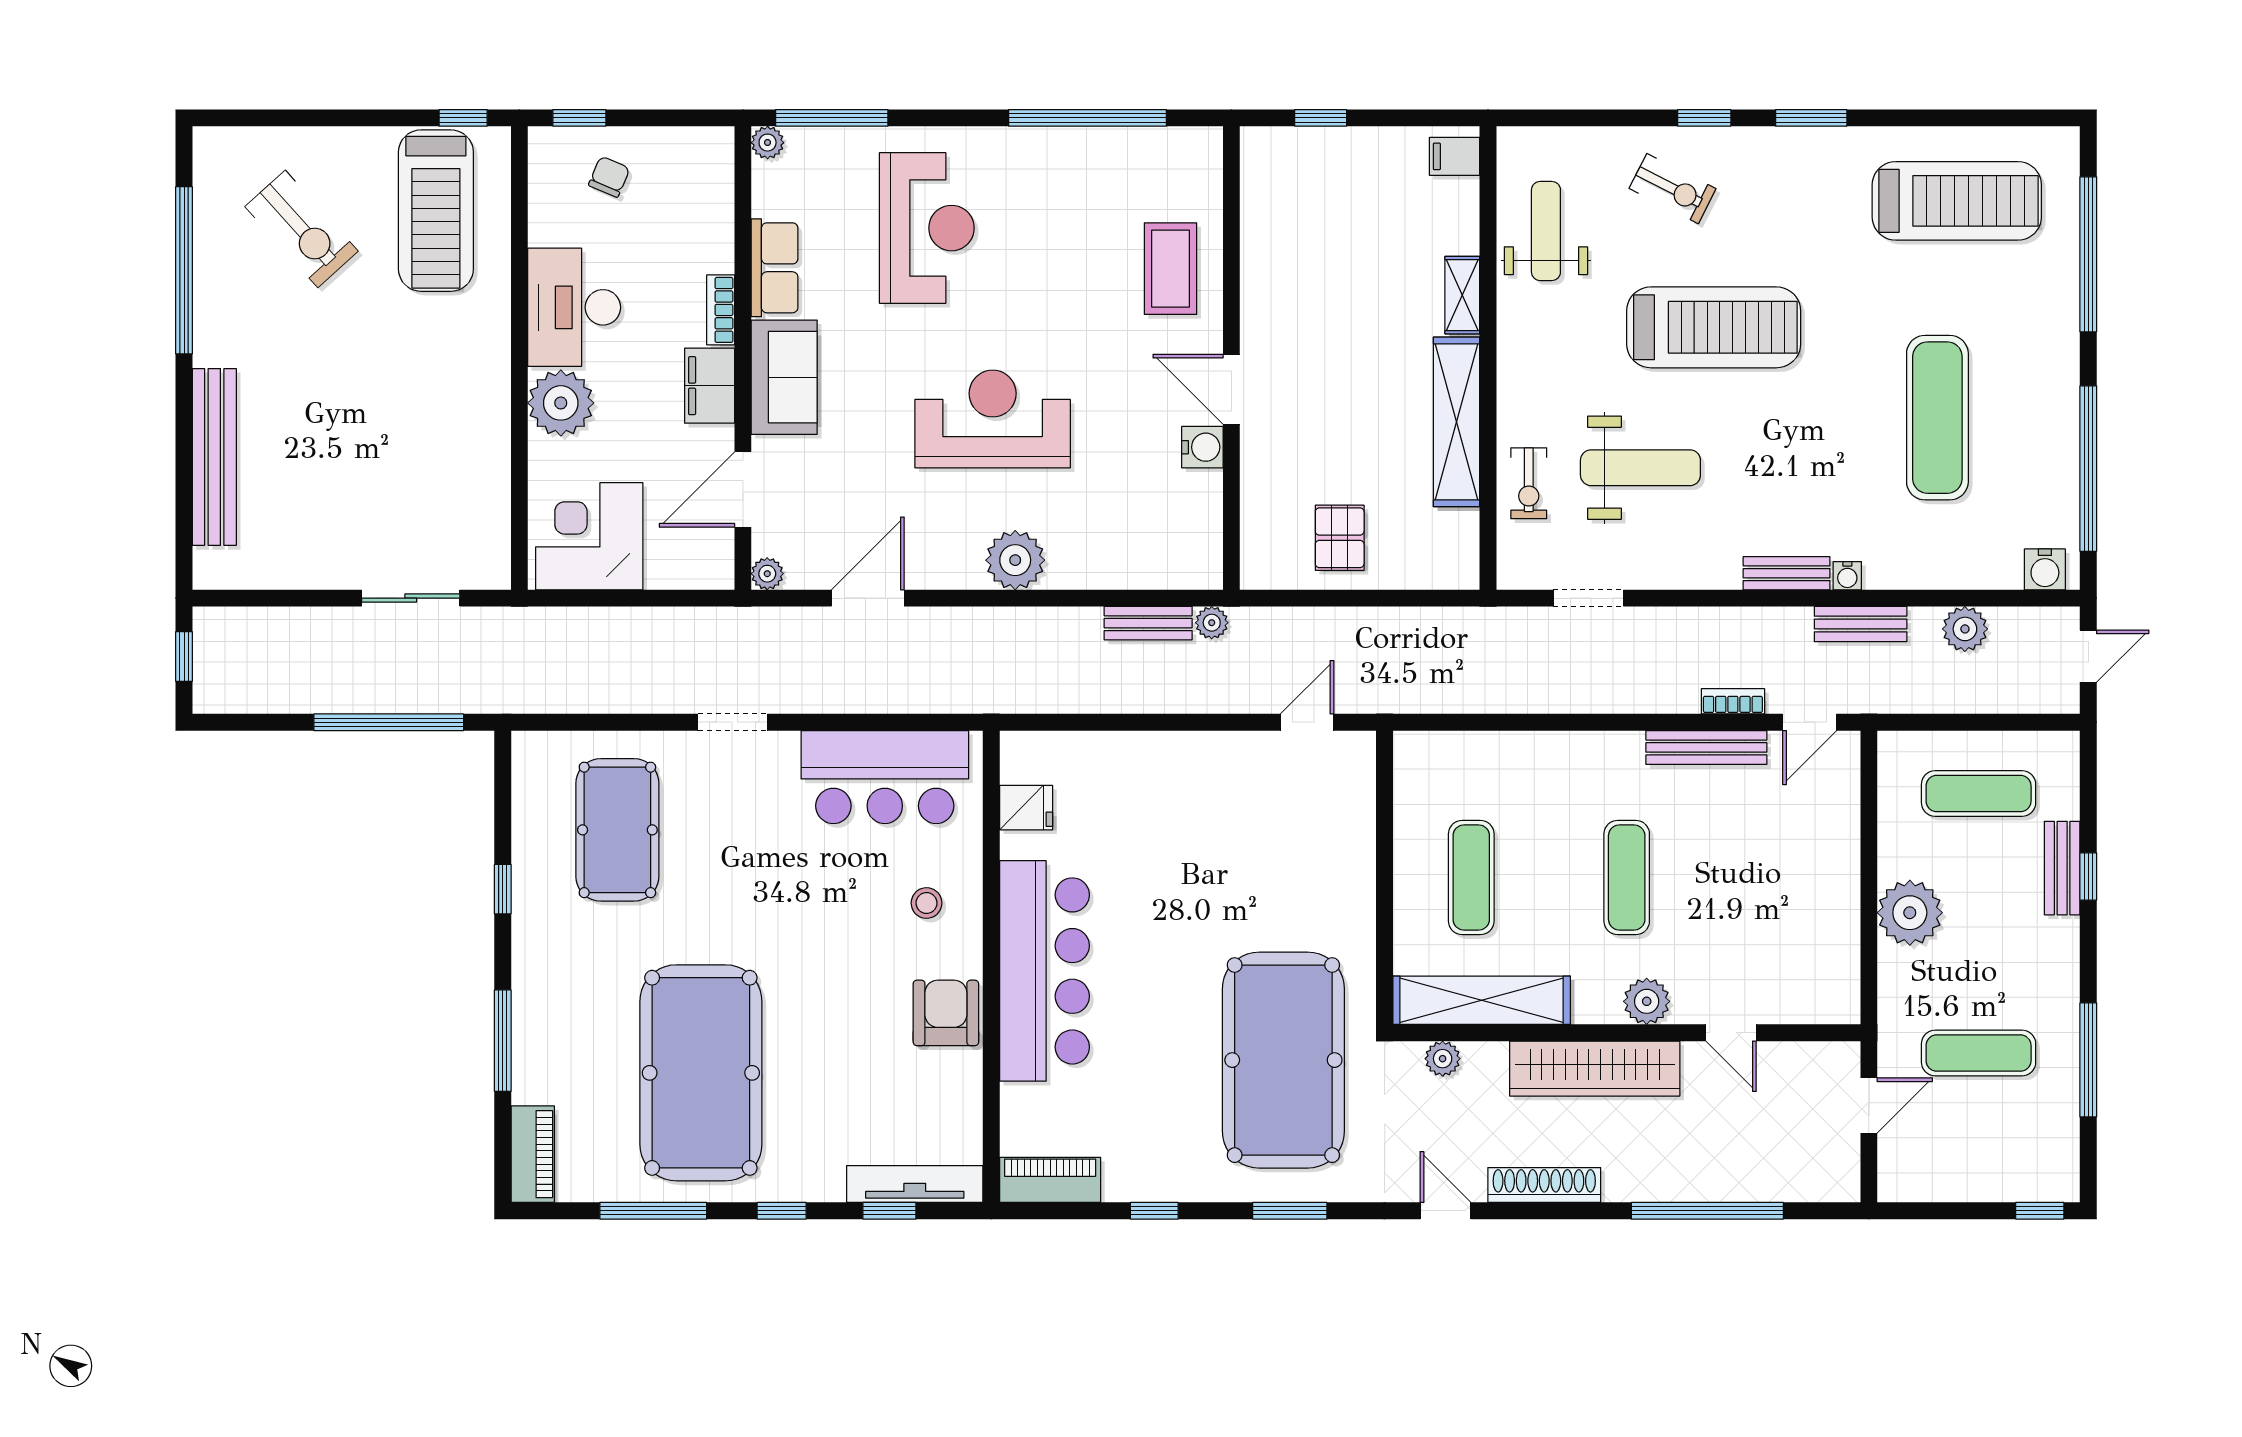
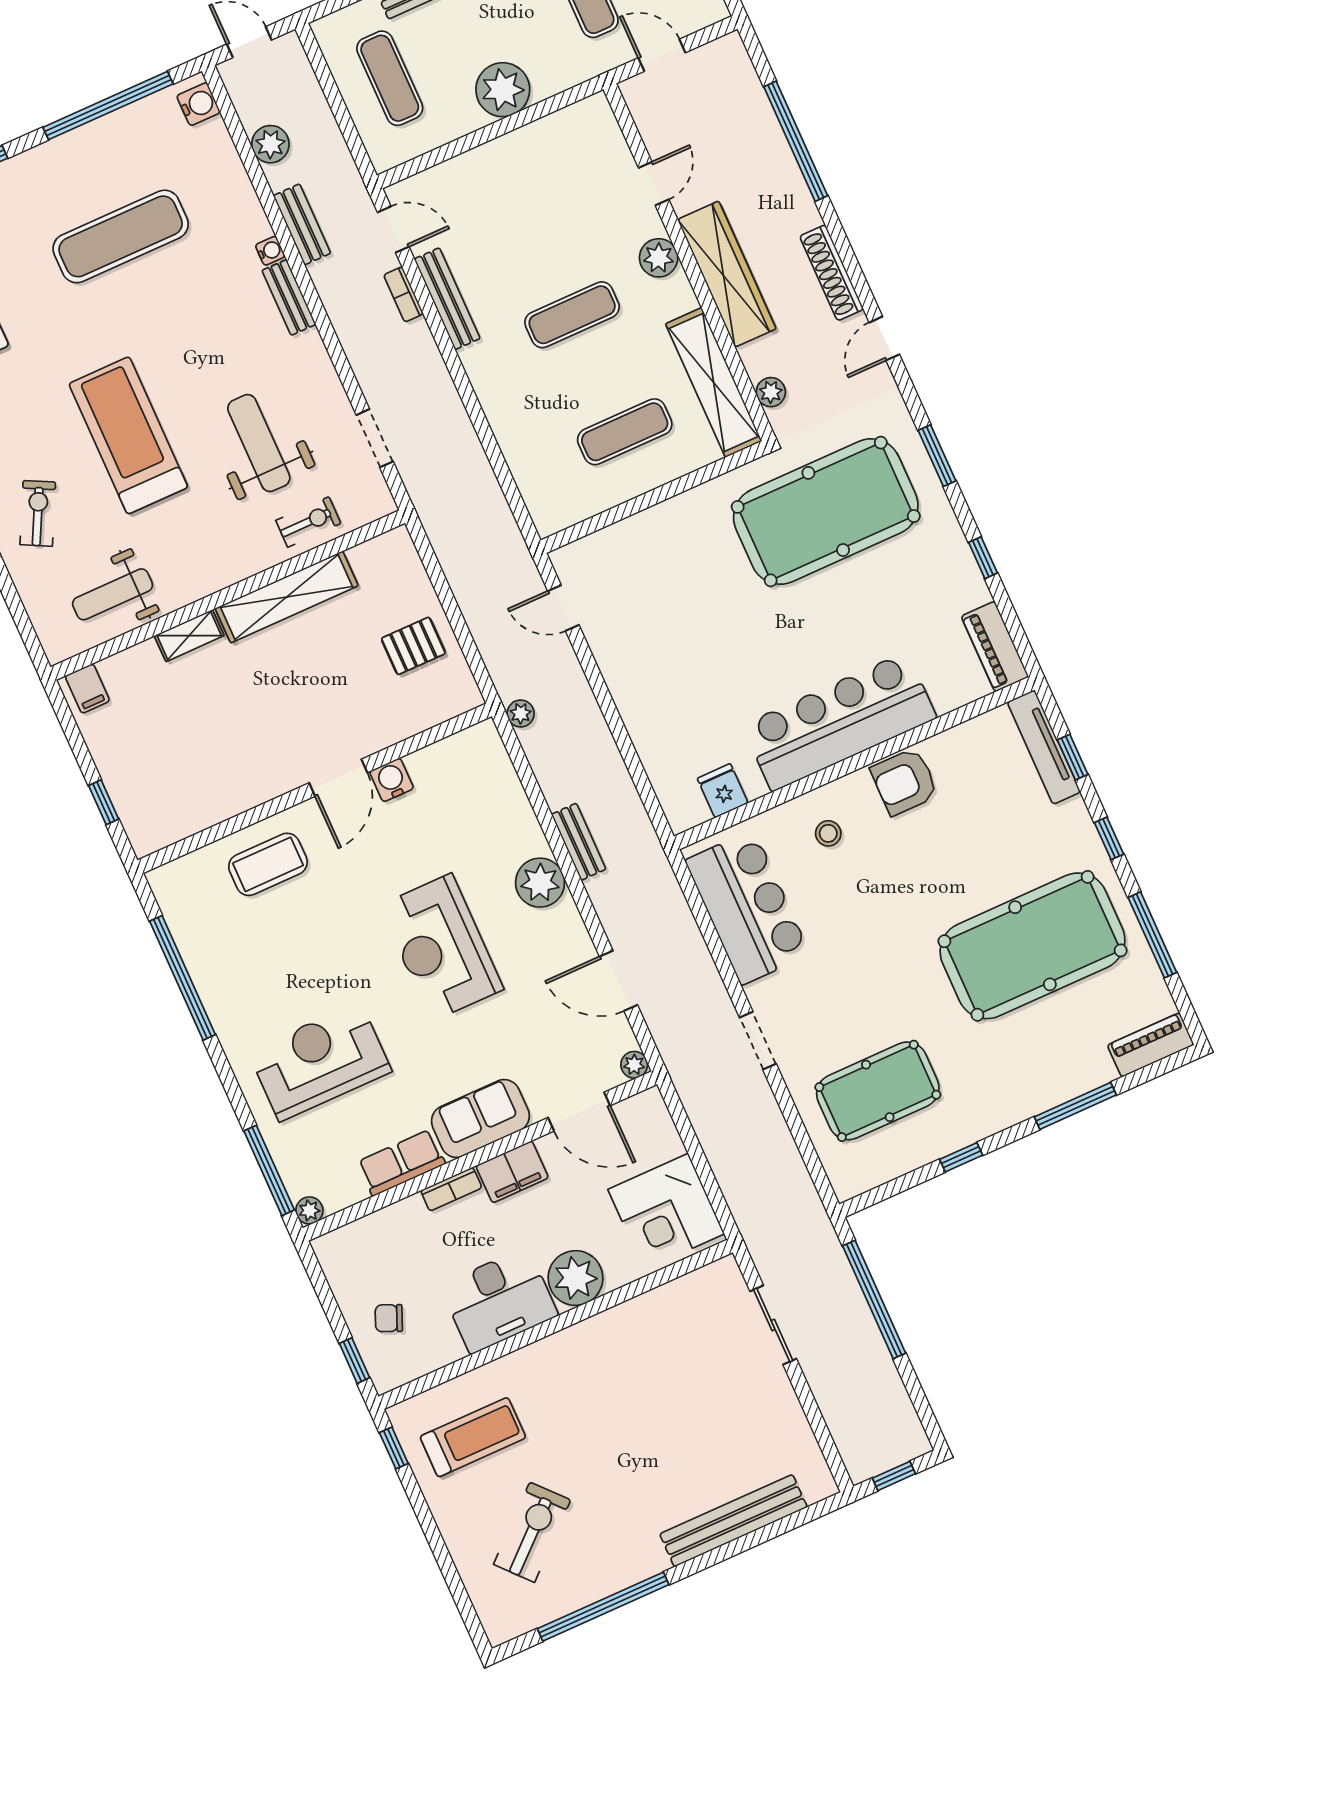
treadmill: (436, 211) -> (473, 1437), width x0.73, depth x0.73
bench: (1148, 623) -> (579, 842), moved

